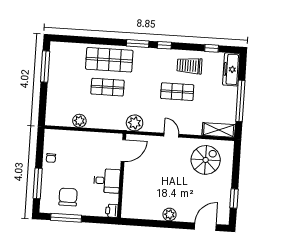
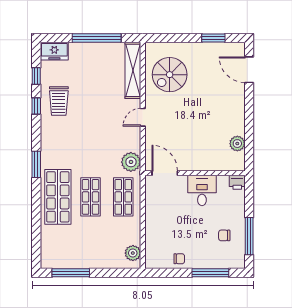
window: (164, 45) -> (36, 106), moved
freezer: (231, 69) -> (54, 51), width x0.71
shop shelf: (177, 92) -> (123, 197), moved
plant: (79, 121) -> (133, 253), moved
shelving: (219, 130) -> (133, 70), width x1.47
spiral stairs: (206, 160) -> (170, 75), turned -90
chair: (68, 197) -> (224, 235), width x0.54, depth x0.54
plant: (169, 215) -> (237, 144), moved

